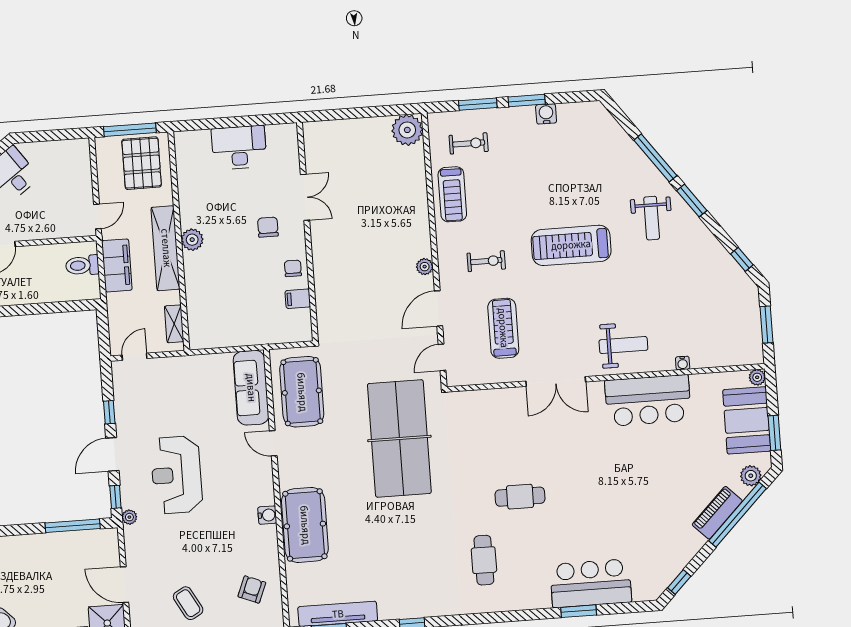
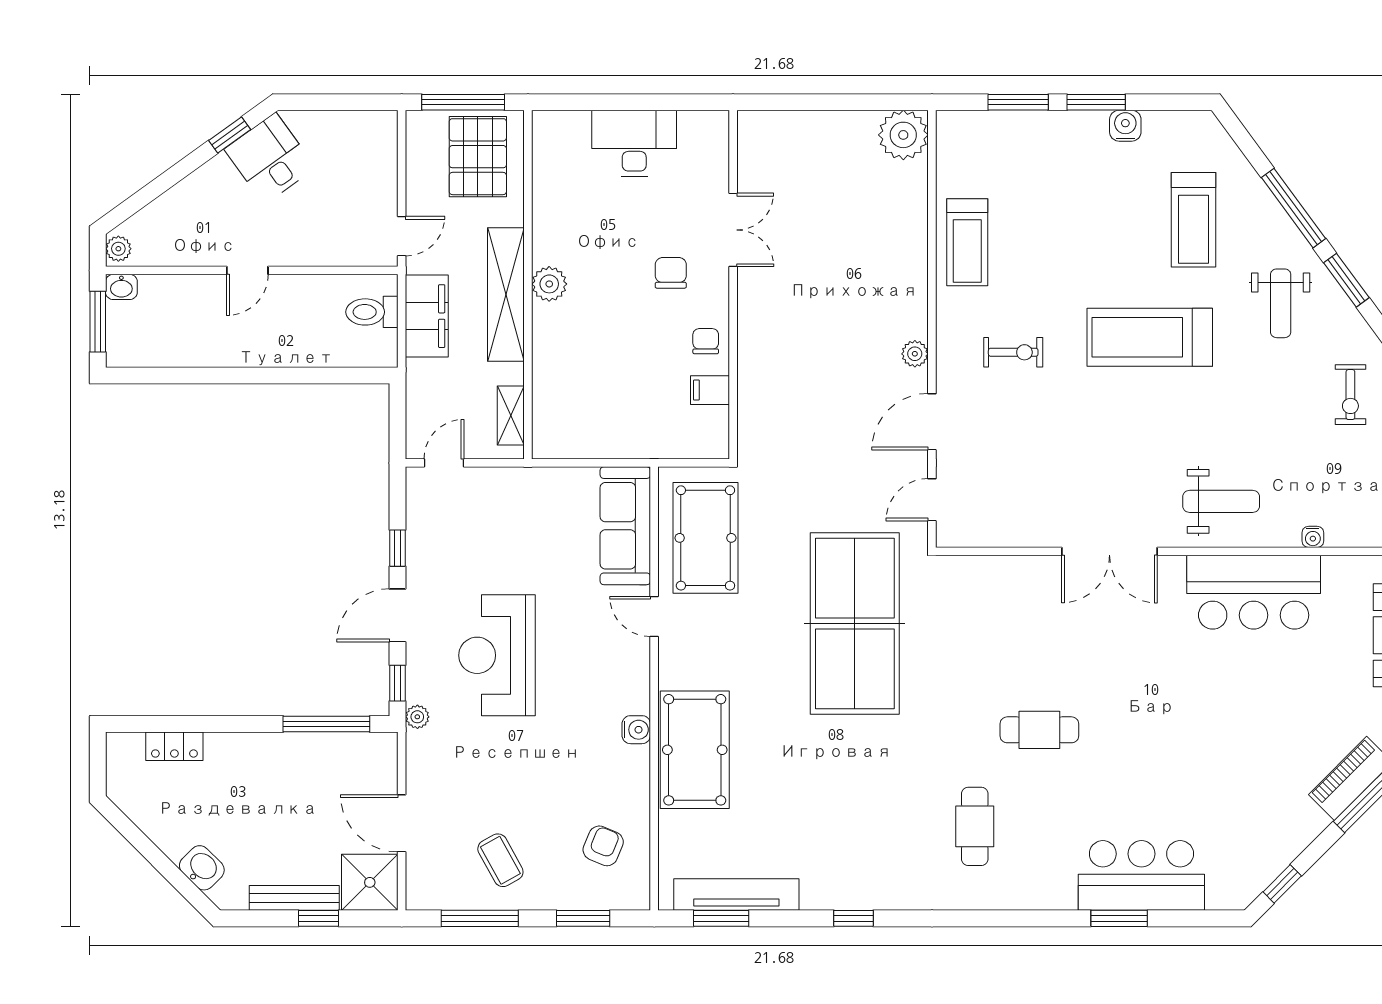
exercise bike: (469, 143) -> (1350, 395), moved, turned 90
treadmill: (503, 328) -> (1193, 220), moved, turned 180

